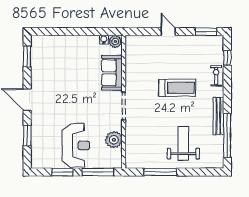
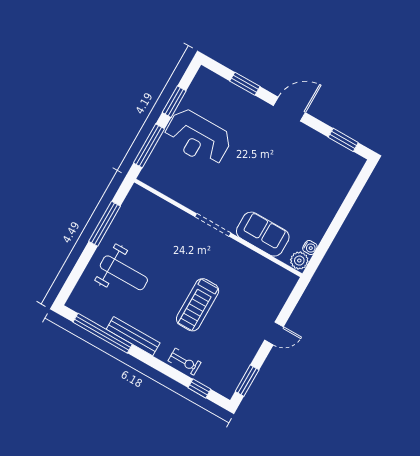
plant: (114, 140) -> (178, 189), removed

